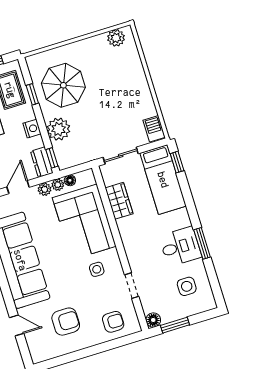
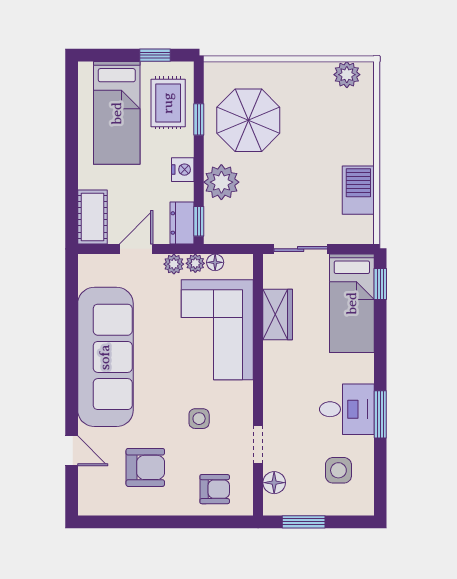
barbecue: (154, 129) -> (358, 190), moved, width x1.38, depth x1.27
side table: (97, 269) -> (199, 419), moved
floor lamp: (153, 320) -> (274, 483), moved

